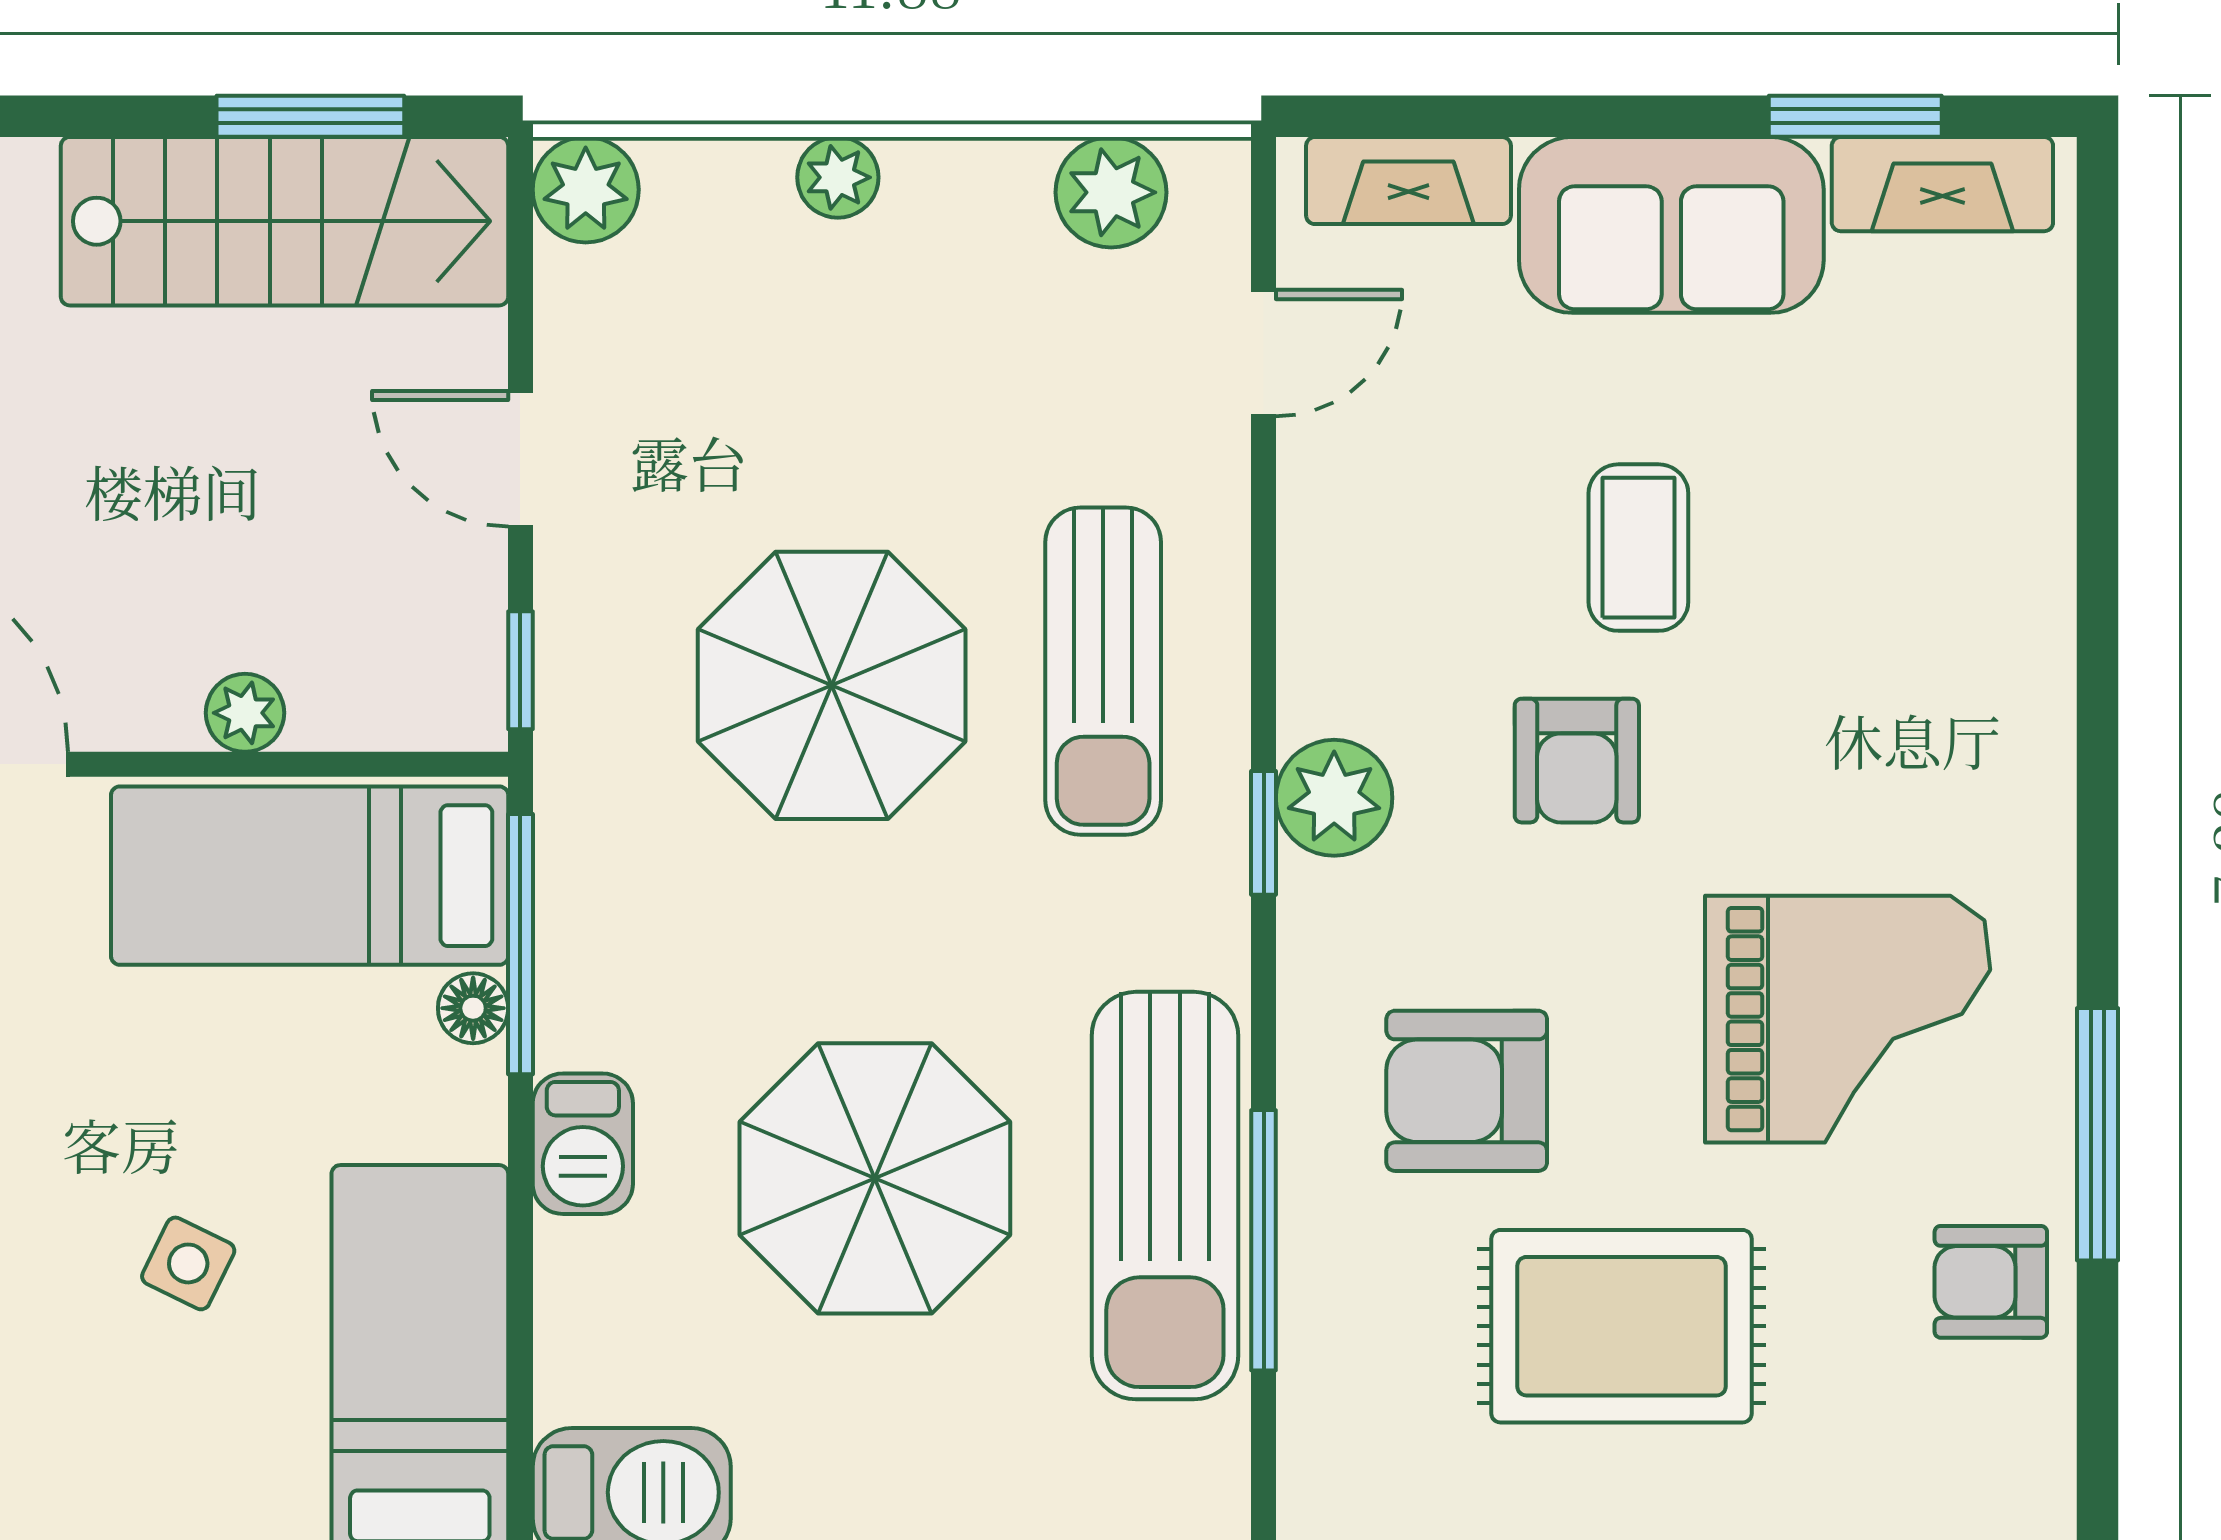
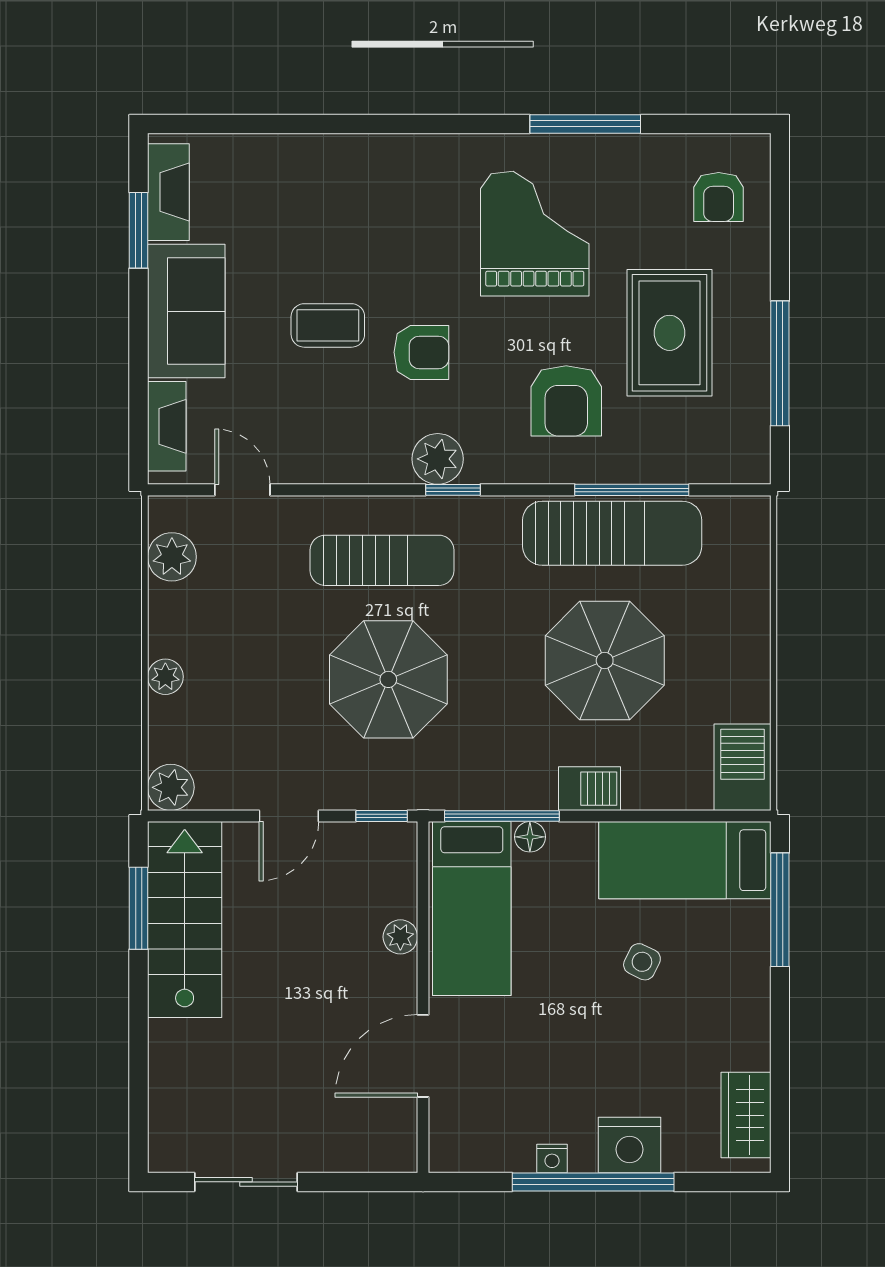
armchair: (1991, 1282) -> (719, 197), moved

